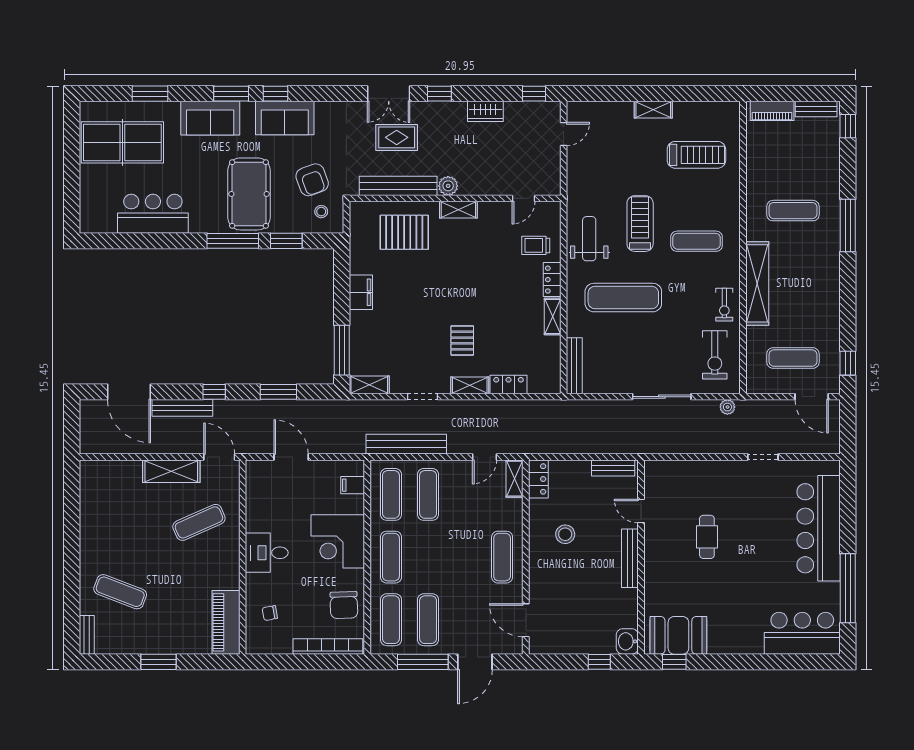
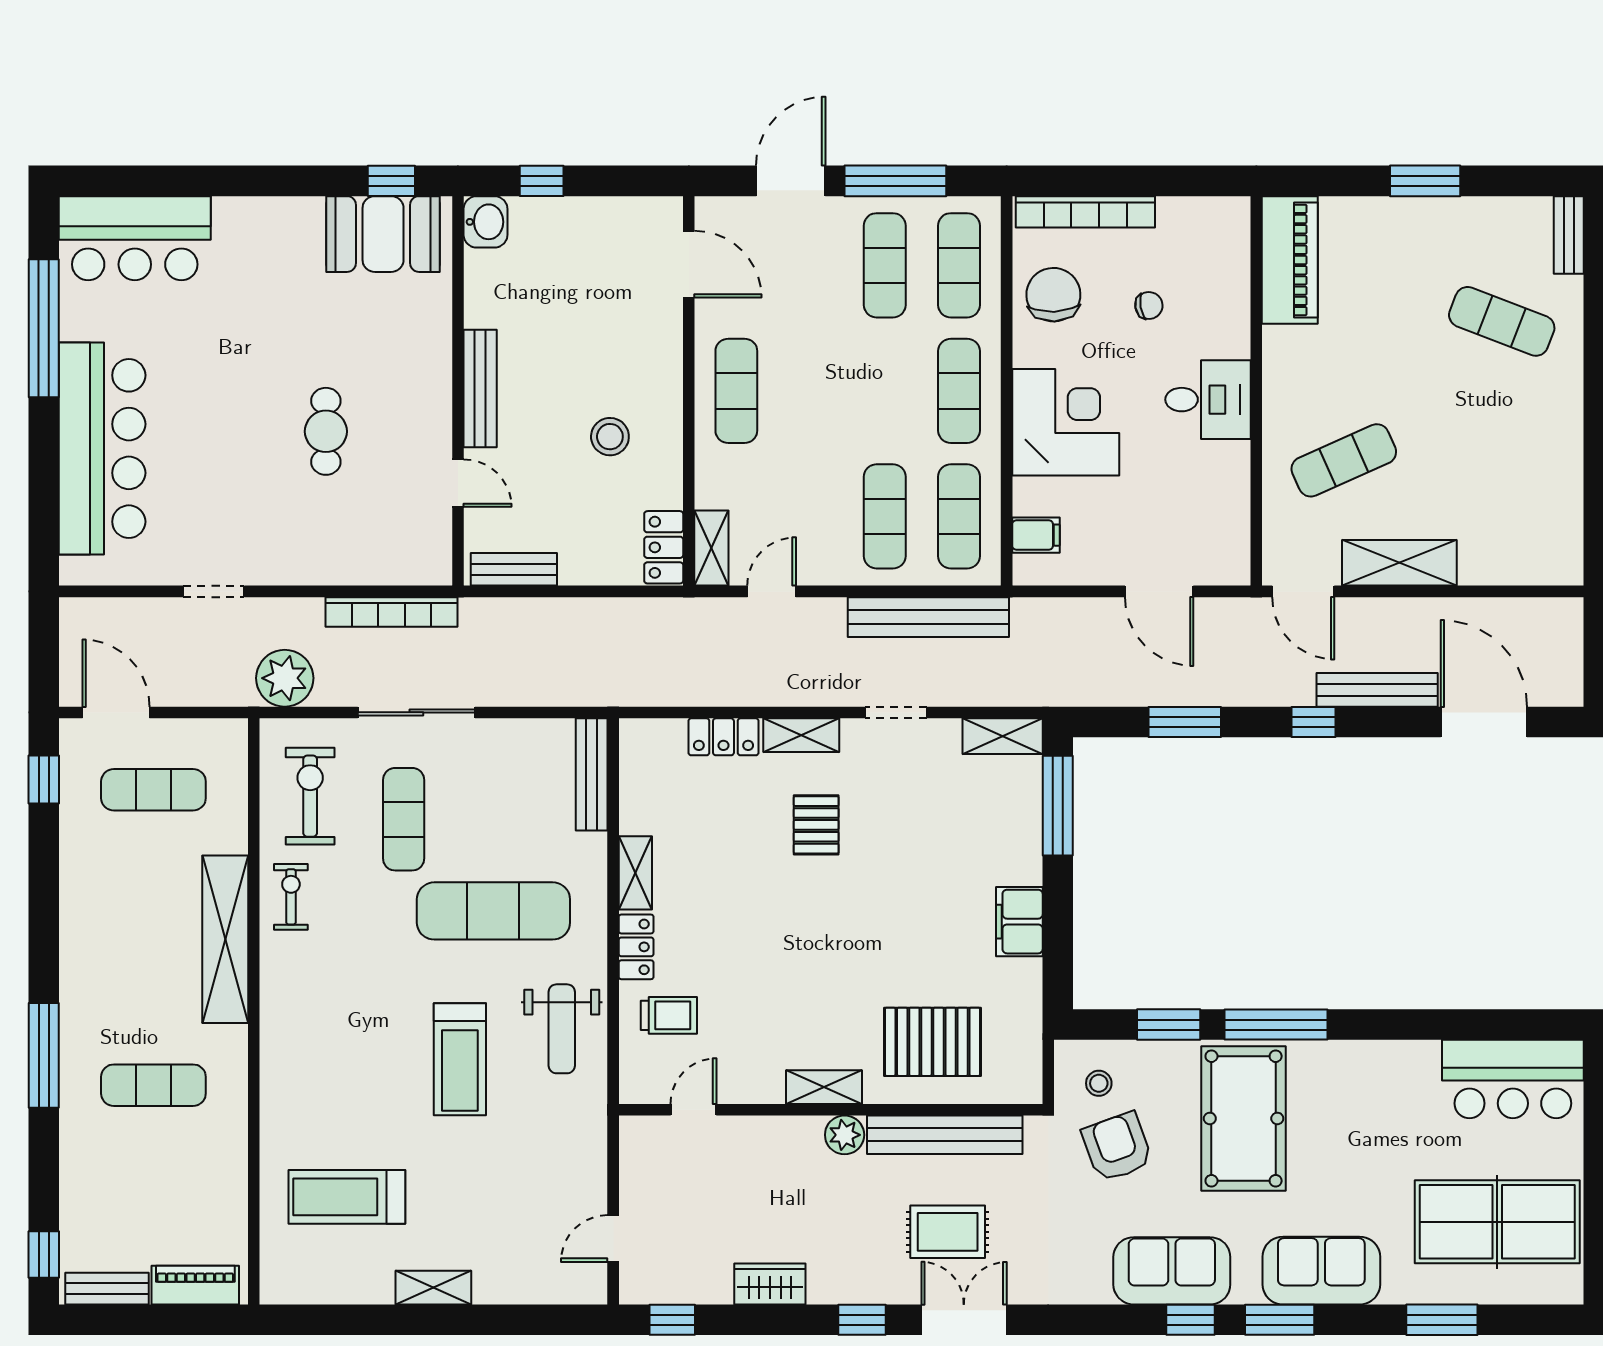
bar counter: (153, 214) -> (1513, 1079), moved
exercise mat: (697, 241) -> (404, 819), moved, turned 90
plant: (727, 407) -> (285, 678), width x1.87, depth x1.87
bookcase: (674, 447) -> (391, 612), added
chair: (270, 613) -> (1149, 305), moved

